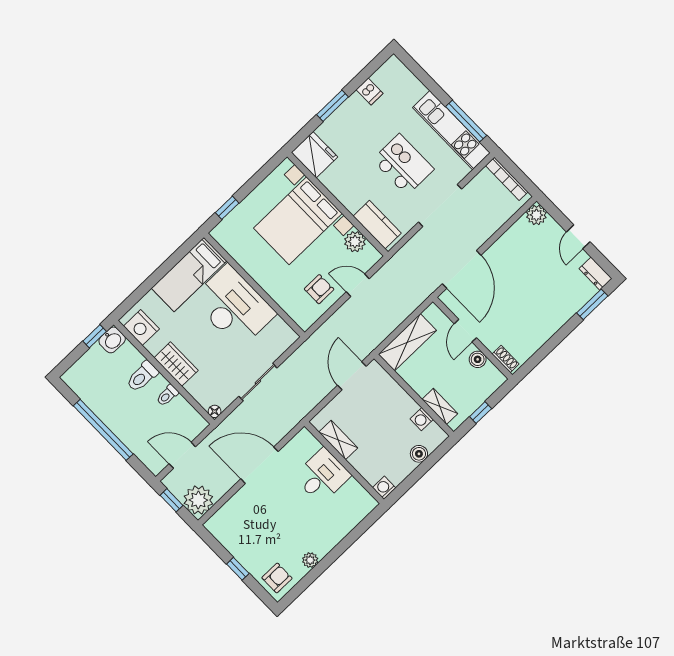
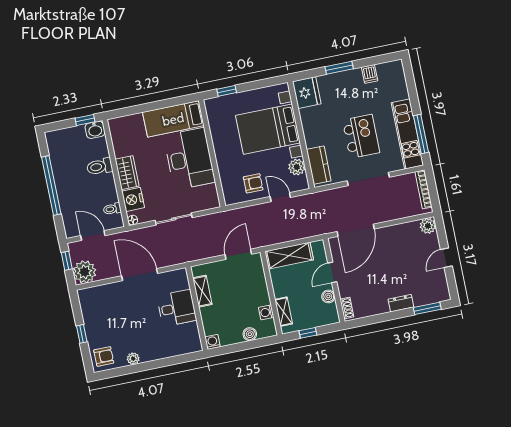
dresser: (596, 274) -> (401, 303), moved, turned 90
nightstand: (141, 328) -> (133, 199), moved
toilet: (167, 395) -> (112, 209), moved

